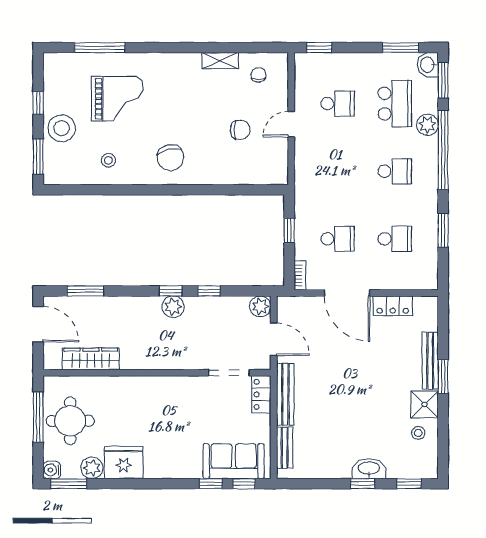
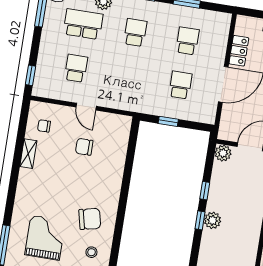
chair: (240, 130) -> (84, 147), turned -90
chair: (170, 158) -> (90, 219), moved
bookcase: (300, 275) -> (204, 119), removed

